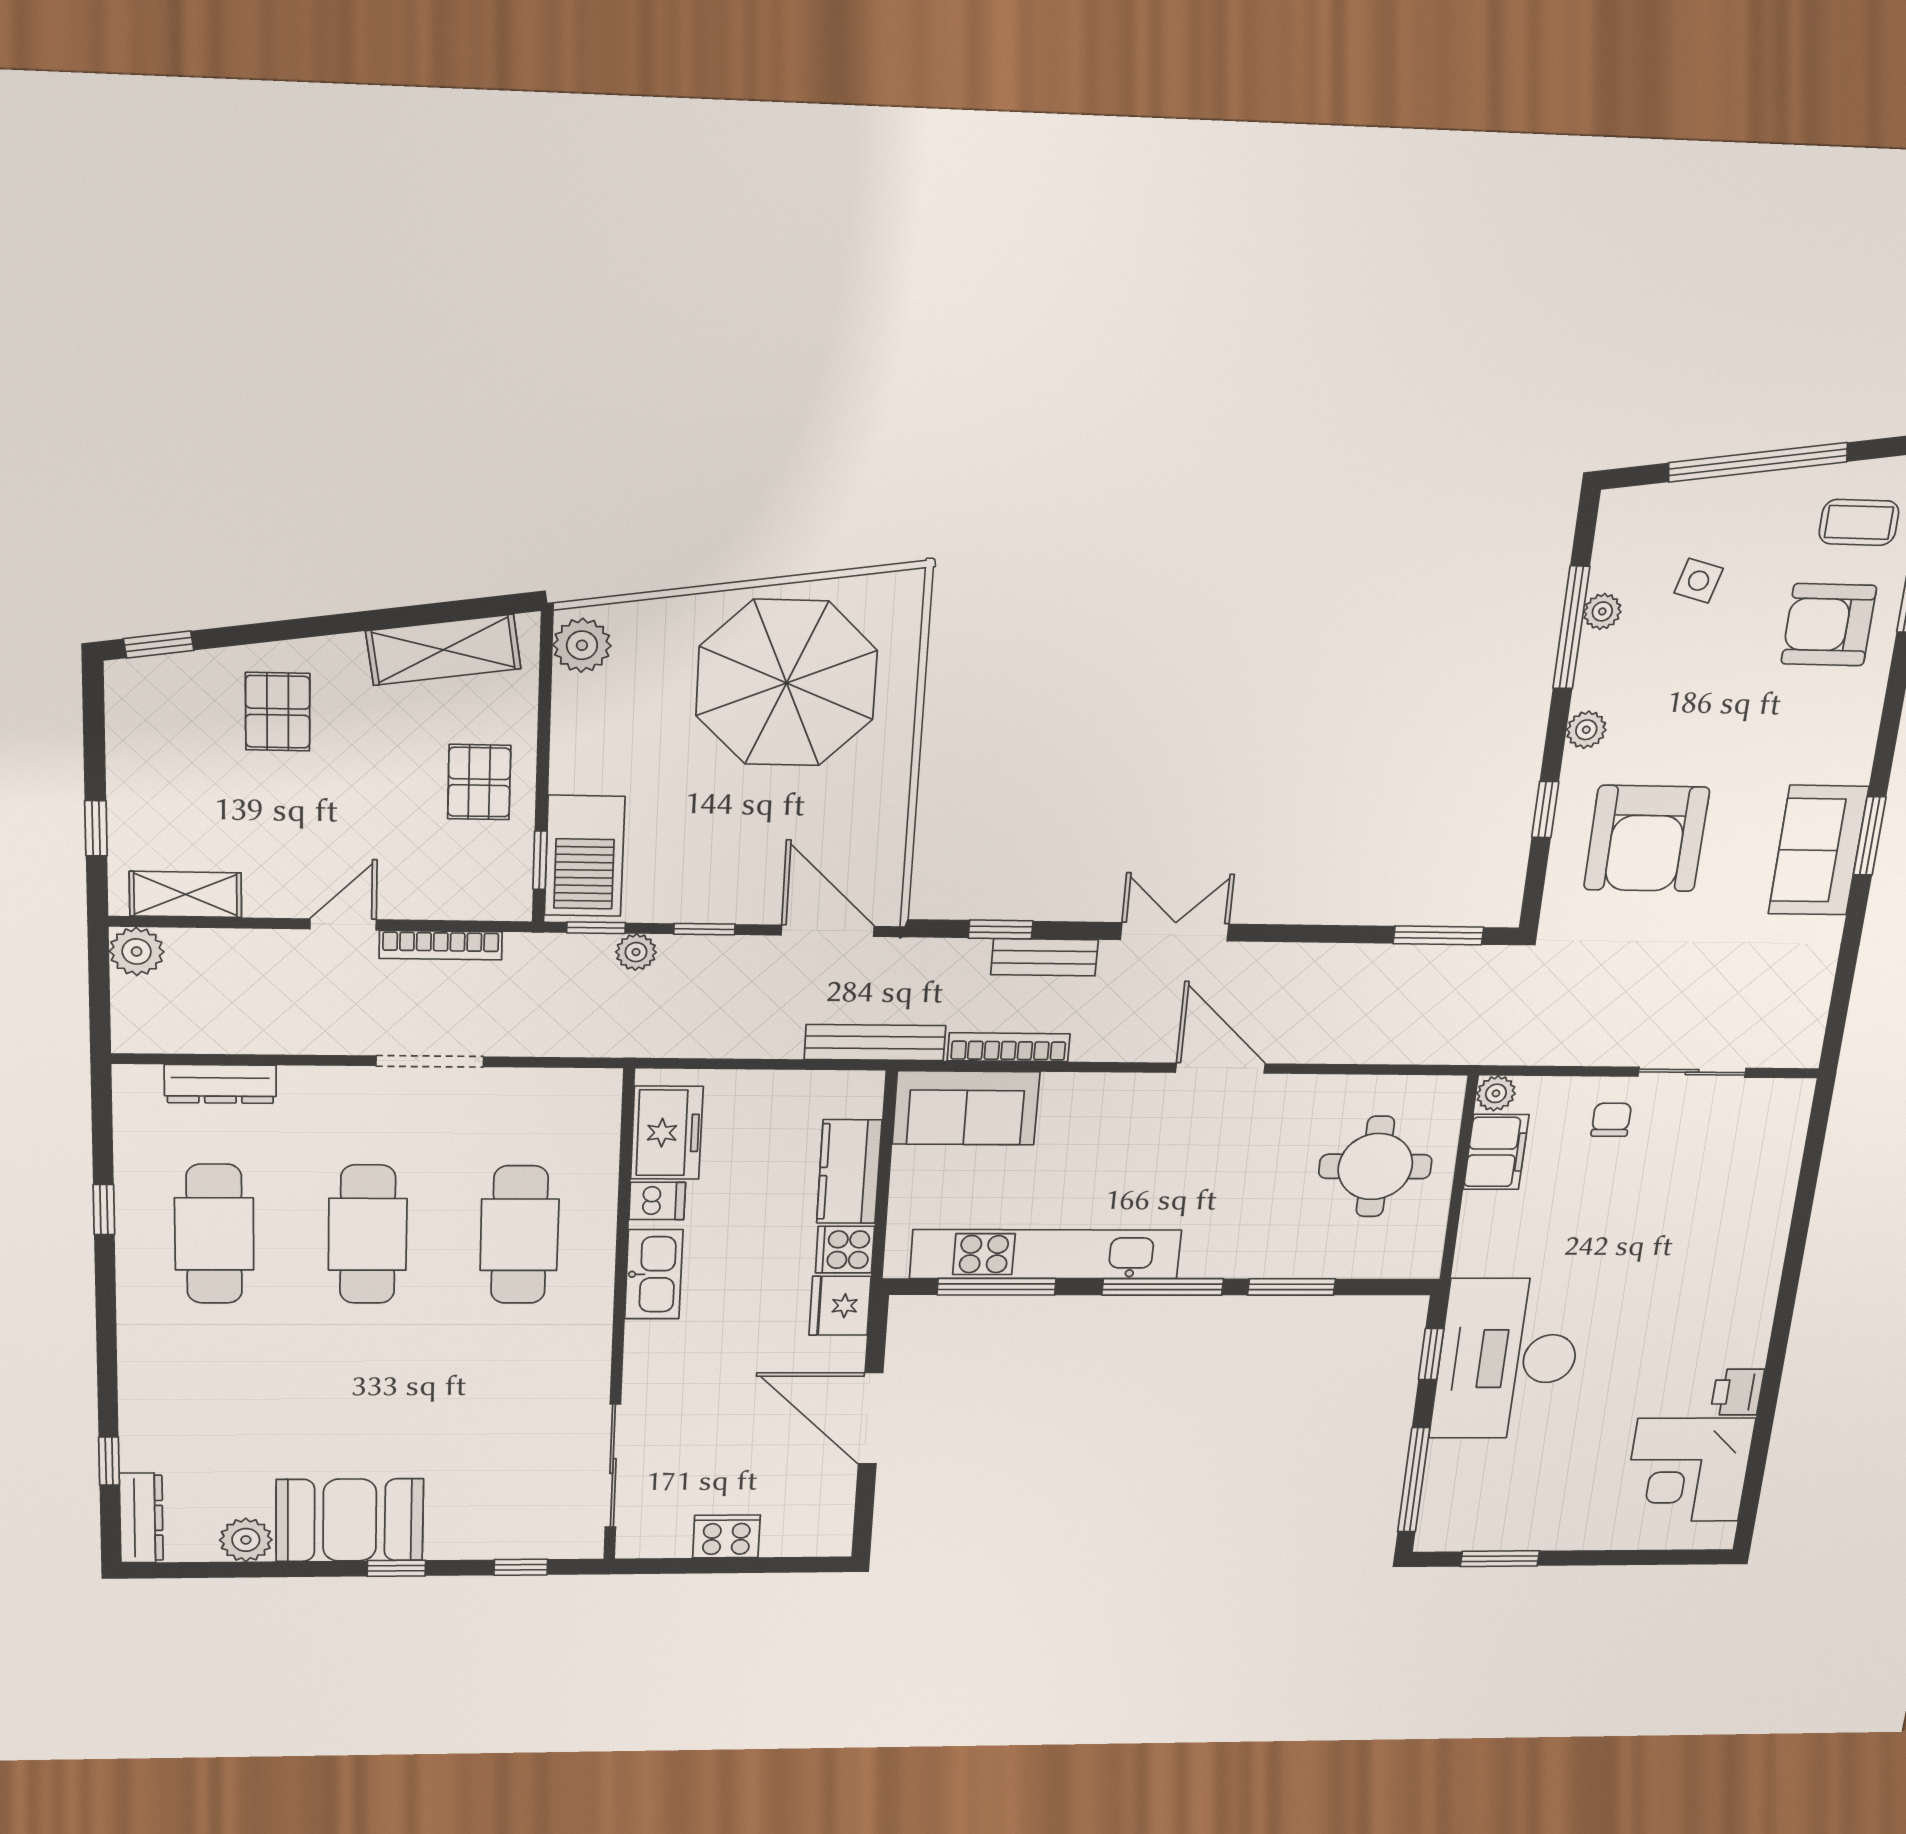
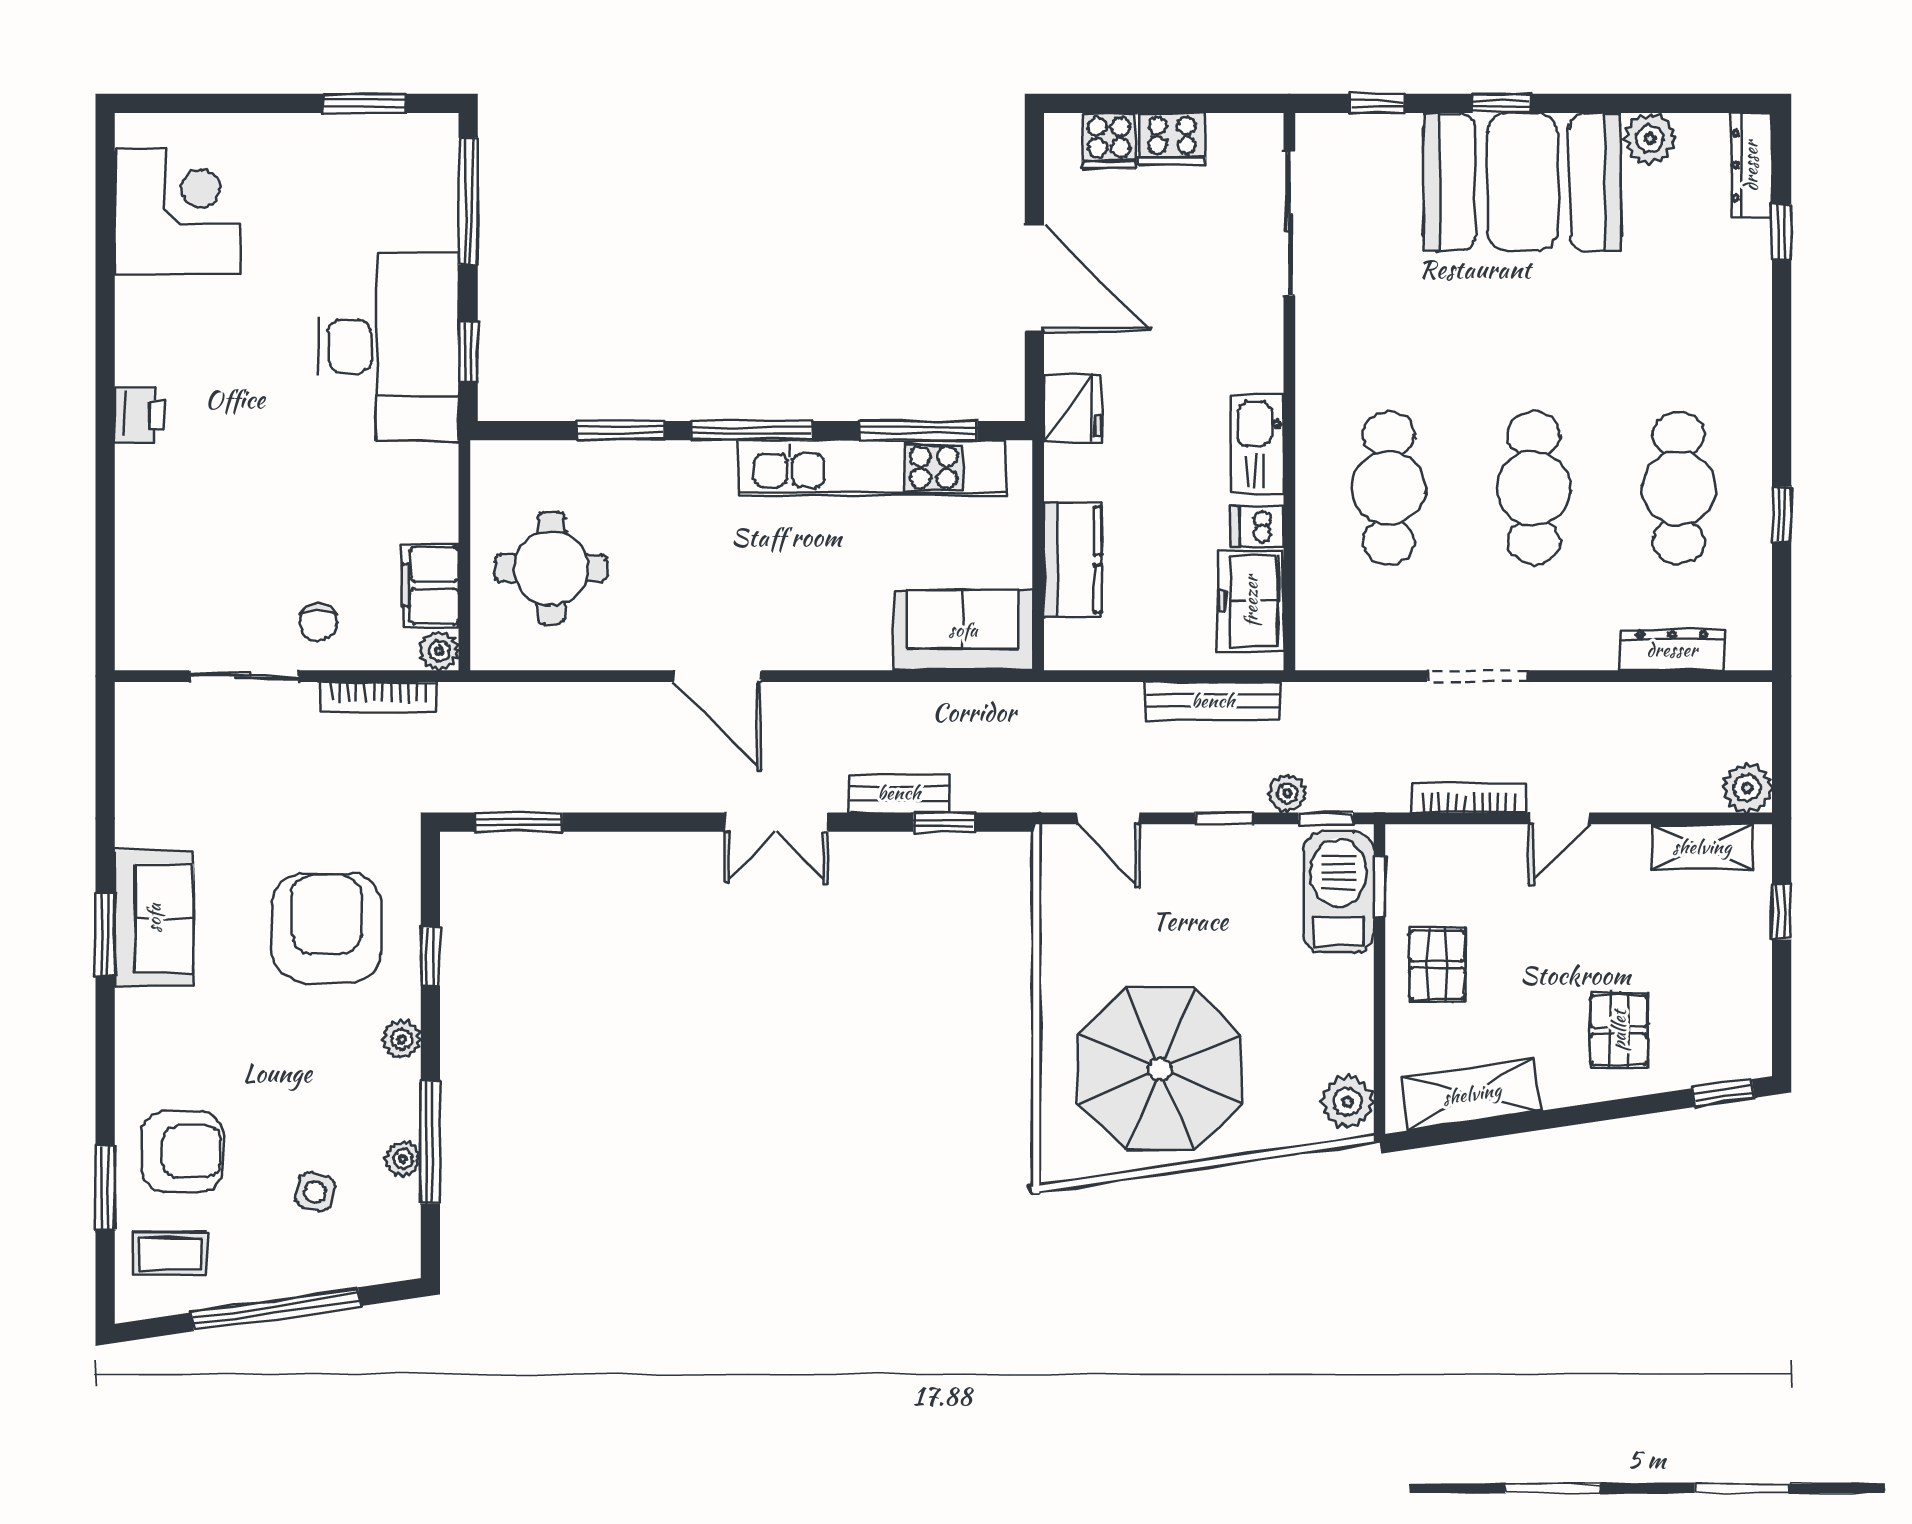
door: (828, 931) -> (1108, 818), width x0.73
bench: (875, 1042) -> (1213, 701), moved
bookcase: (1009, 1047) -> (378, 697), moved
cooker: (845, 1250) -> (1109, 141), moved, turned 90
printer: (1737, 1392) -> (140, 415), moved
booth: (350, 1520) -> (1522, 182), width x1.36, depth x1.42

